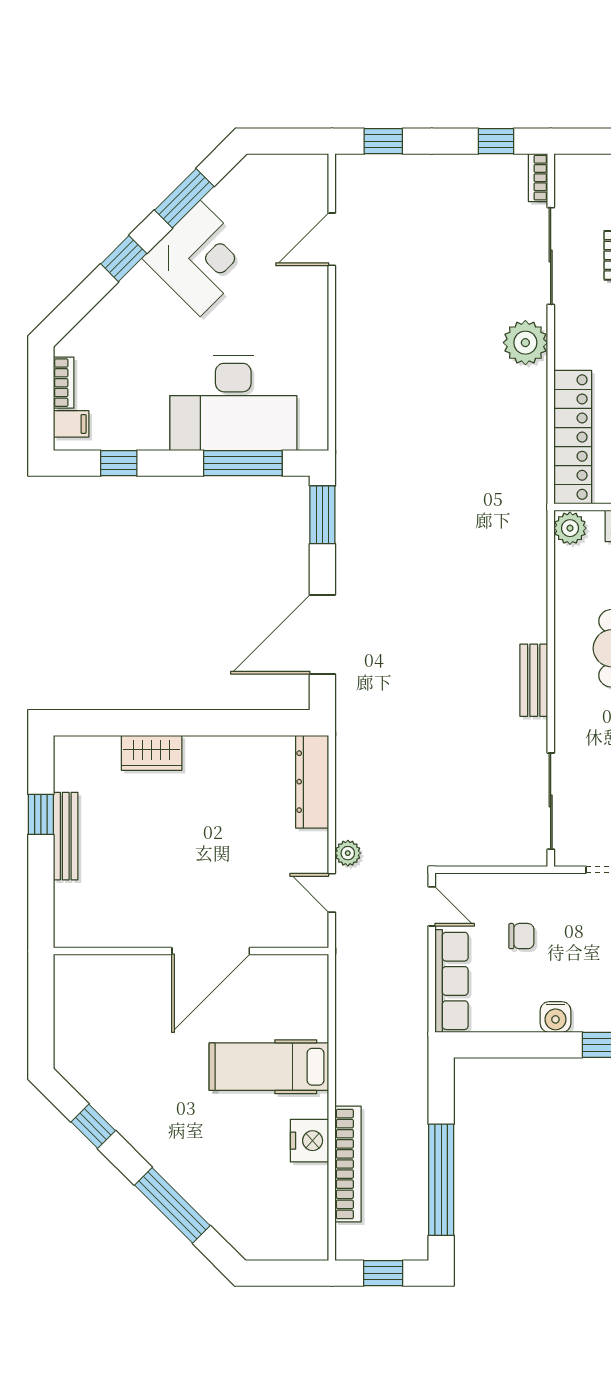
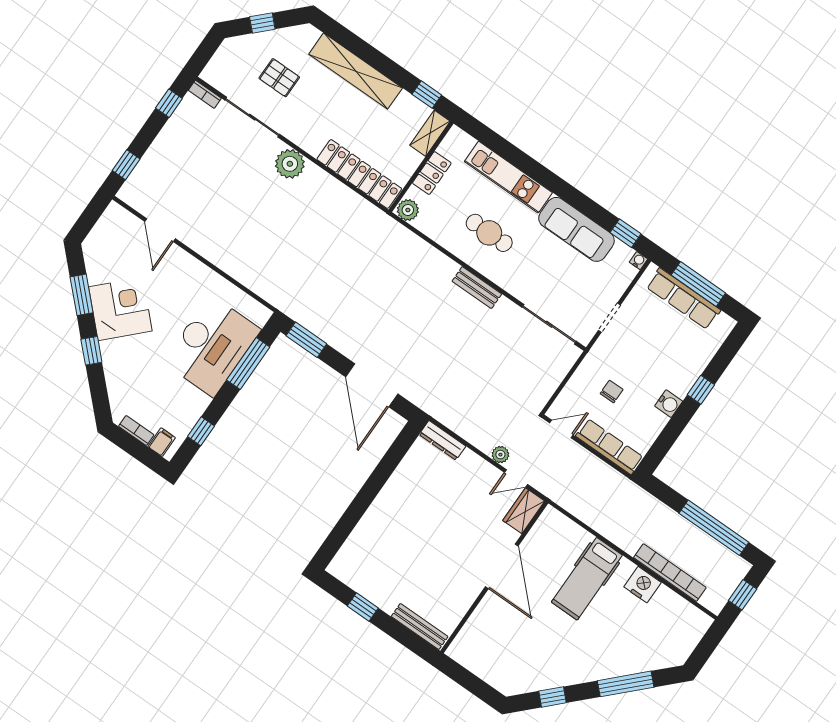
wardrobe: (152, 753) -> (524, 511), moved, turned 180
dresser: (312, 782) -> (442, 440), width x0.73, depth x0.80
bench: (66, 836) -> (420, 627), moved

